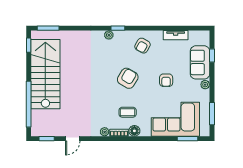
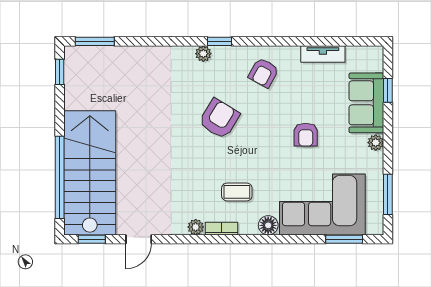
stairs: (45, 74) -> (90, 173), moved
armchair: (128, 78) -> (219, 119), moved
floor lamp: (134, 131) -> (268, 225), moved

